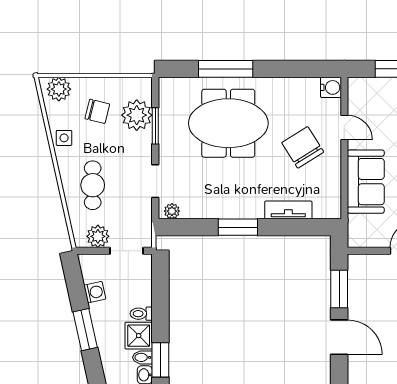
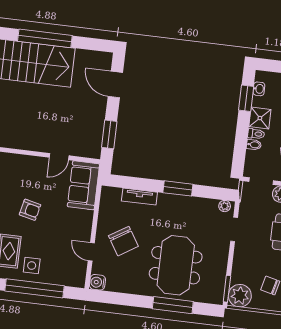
plant: (137, 115) -> (240, 296), moved
meeting table: (228, 123) -> (176, 265), turned 90
window: (155, 126) -> (227, 289), moved
sofa: (366, 182) -> (83, 185), moved
door: (339, 337) -> (115, 85), moved
bidet: (142, 357) -> (254, 145), moved

